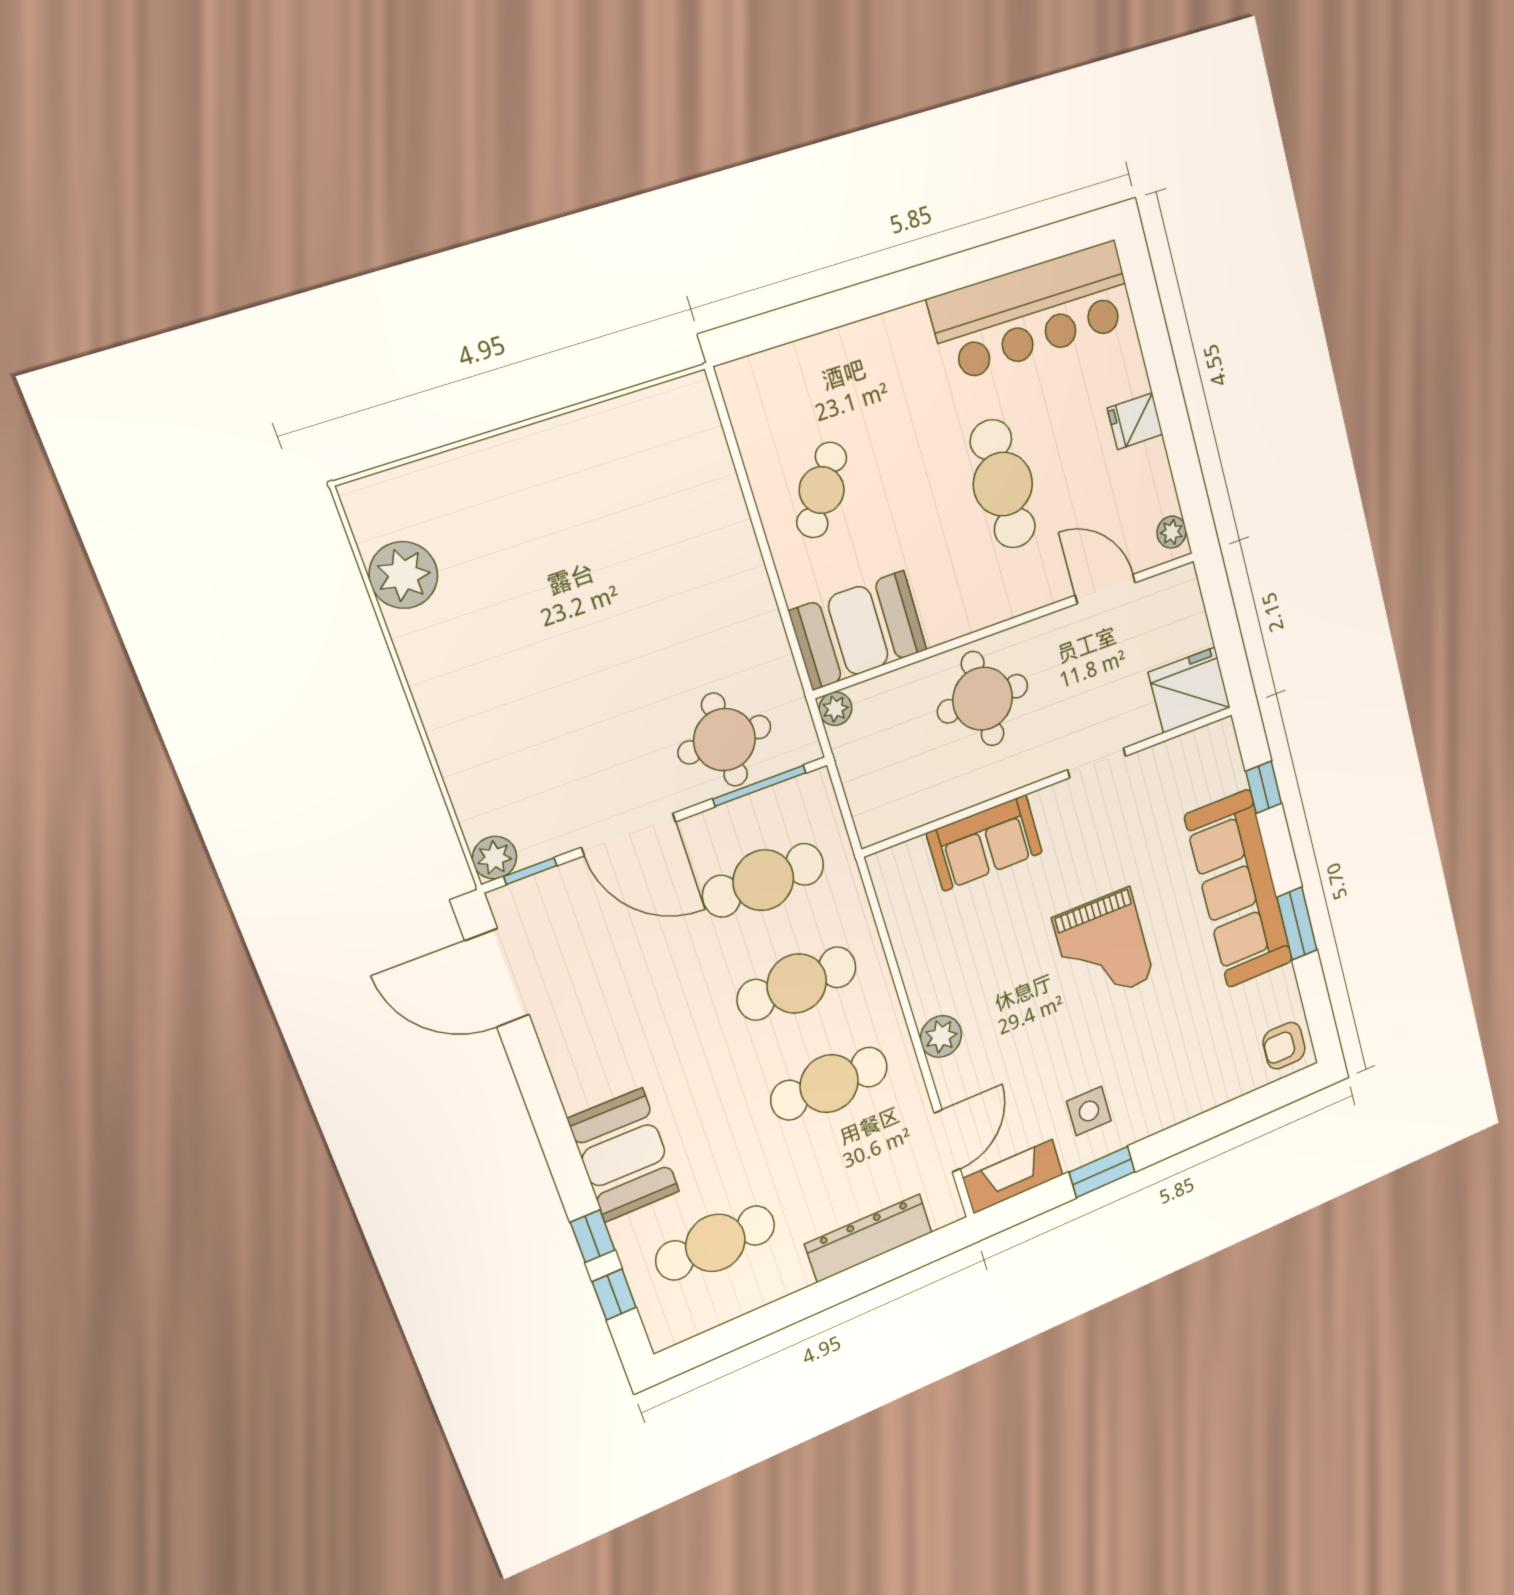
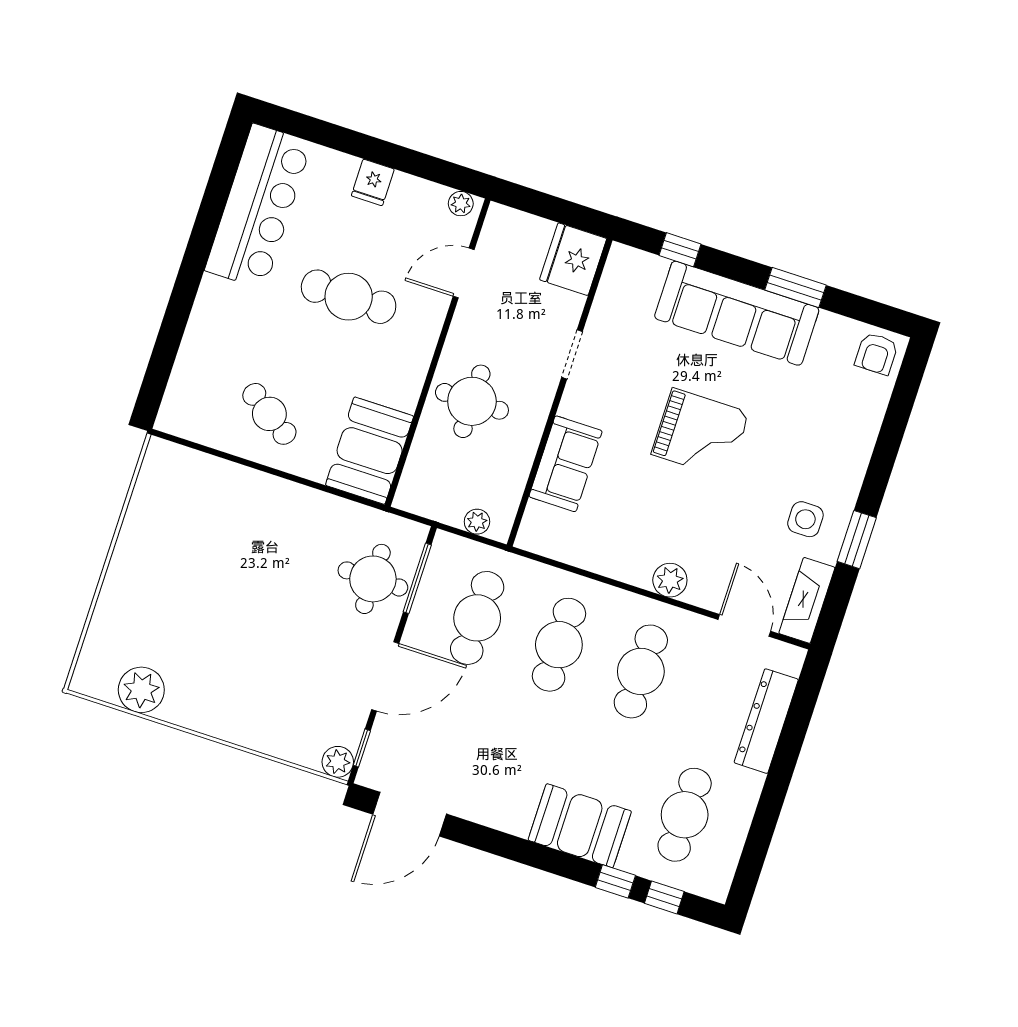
plant: (835, 709) -> (477, 522), moved

